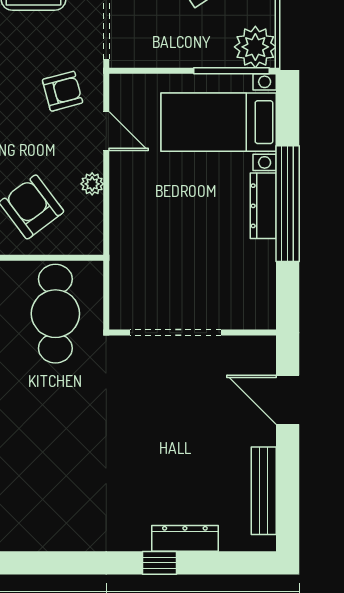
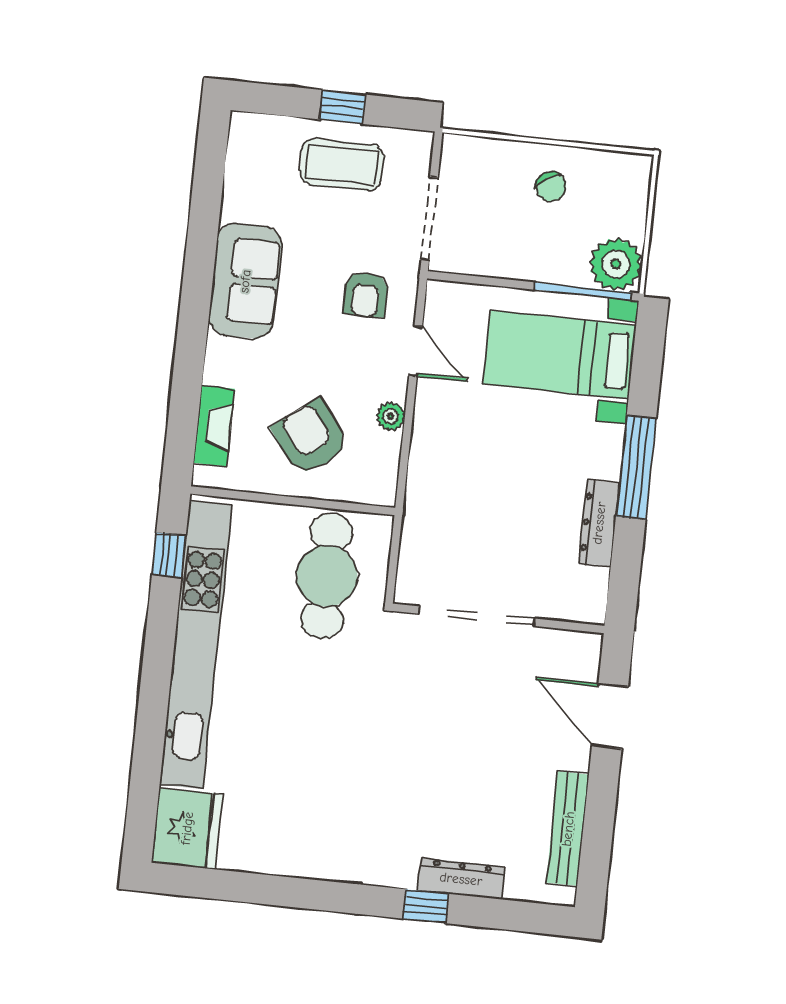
armchair: (63, 91) -> (365, 295), turned 105
window: (288, 204) -> (636, 467), width x0.68
dresser: (263, 206) -> (599, 523), moved

